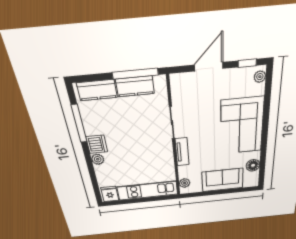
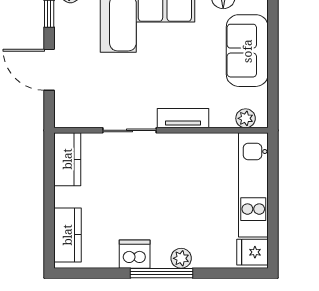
window: (135, 74) -> (49, 176), removed
kitchen counter: (135, 86) -> (67, 159), moved
window: (79, 124) -> (162, 273), moved
dishwasher: (97, 144) -> (135, 254), moved

